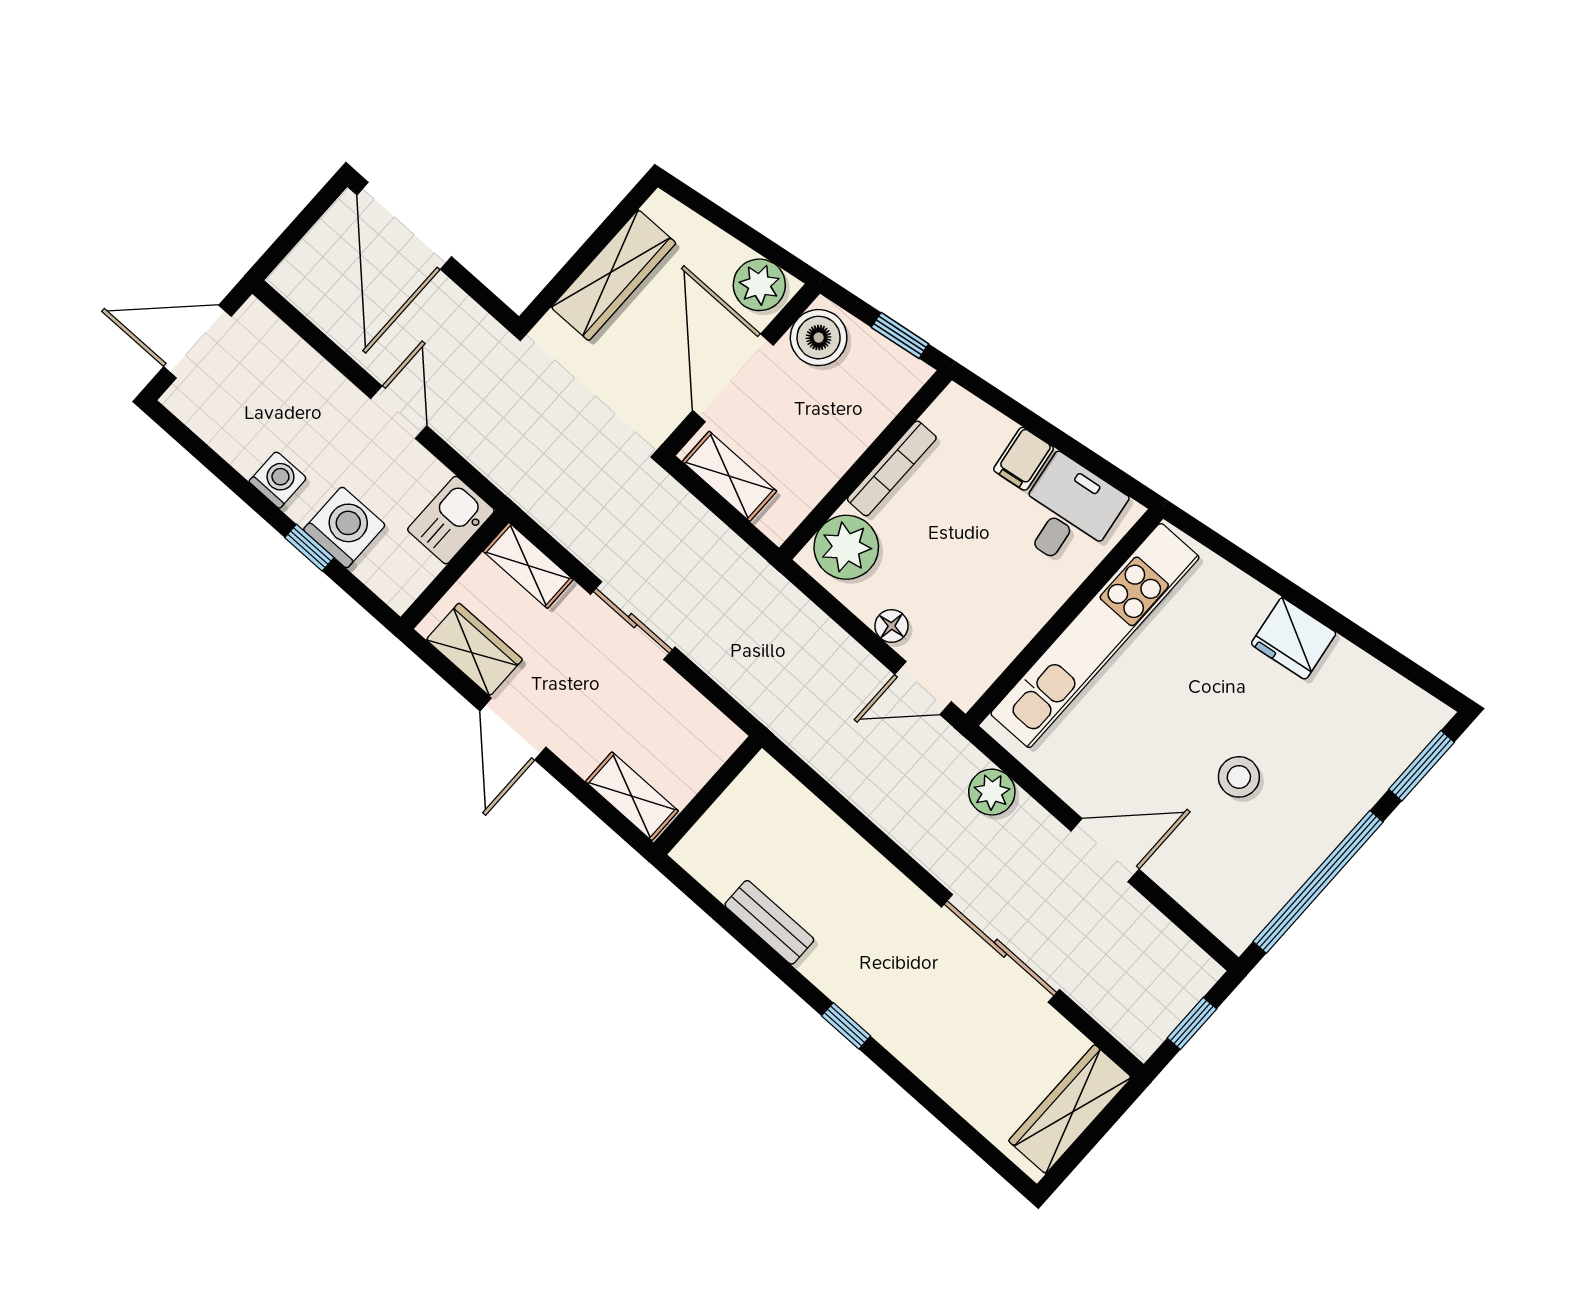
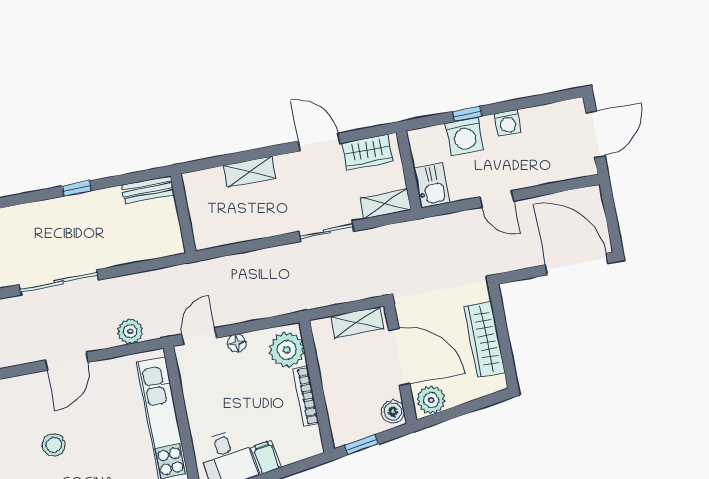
boiler: (819, 338) -> (393, 412), width x0.73, depth x0.73
wall: (708, 795) -> (183, 213), moved

